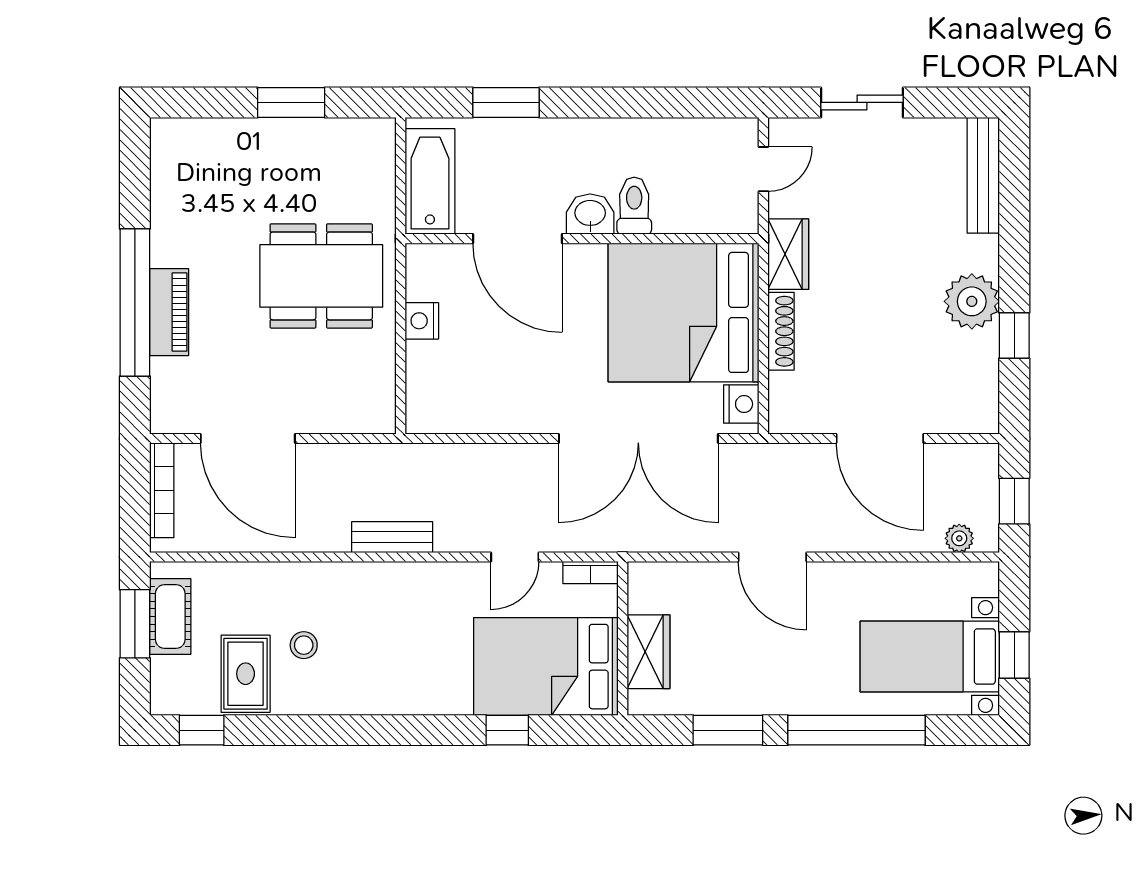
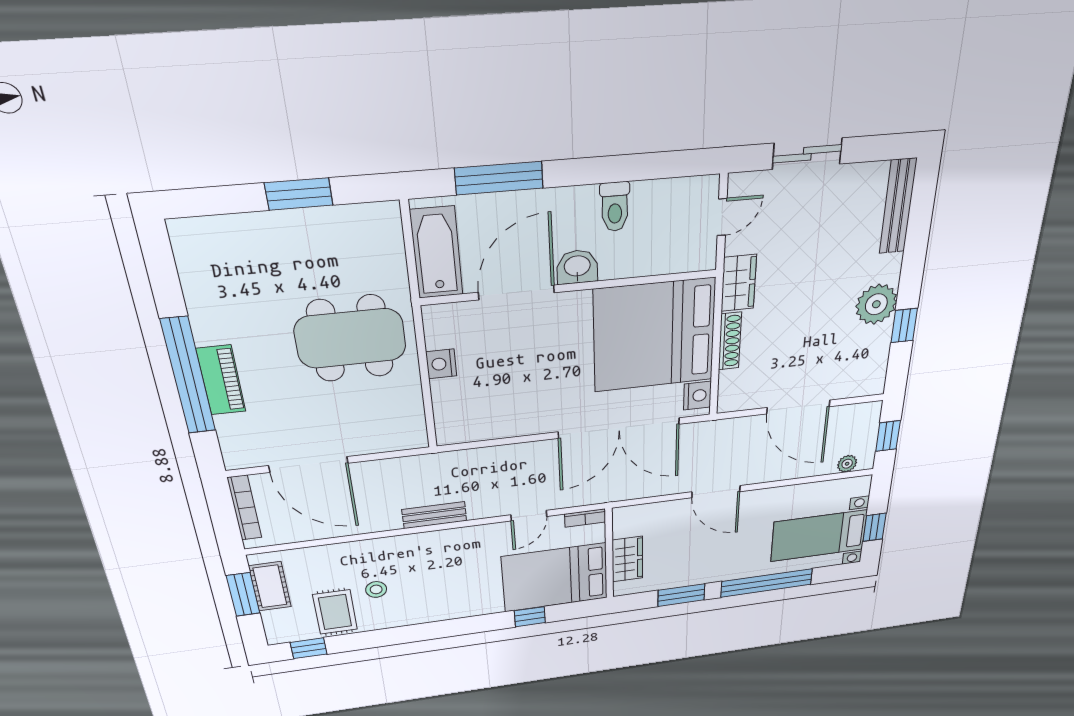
window: (506, 102) -> (499, 178), width x1.44
toilet: (634, 206) -> (615, 207), moved, turned 180
door: (517, 239) -> (517, 292), swing flipped

